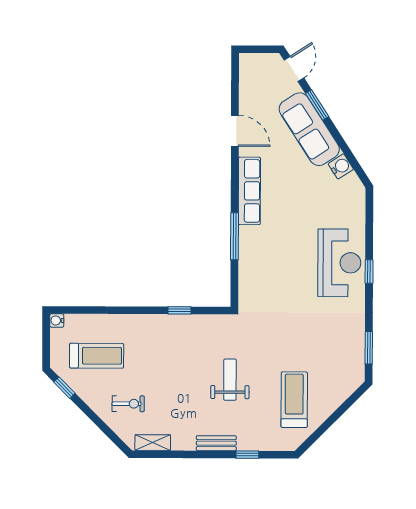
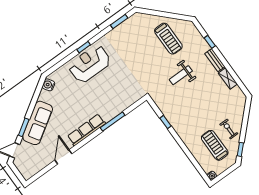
water cooler: (341, 166) -> (48, 85), moved
treadmill: (294, 400) -> (168, 39), turned -90
exercise bike: (128, 404) -> (229, 129), moved
shelving: (153, 443) -> (228, 78), moved

